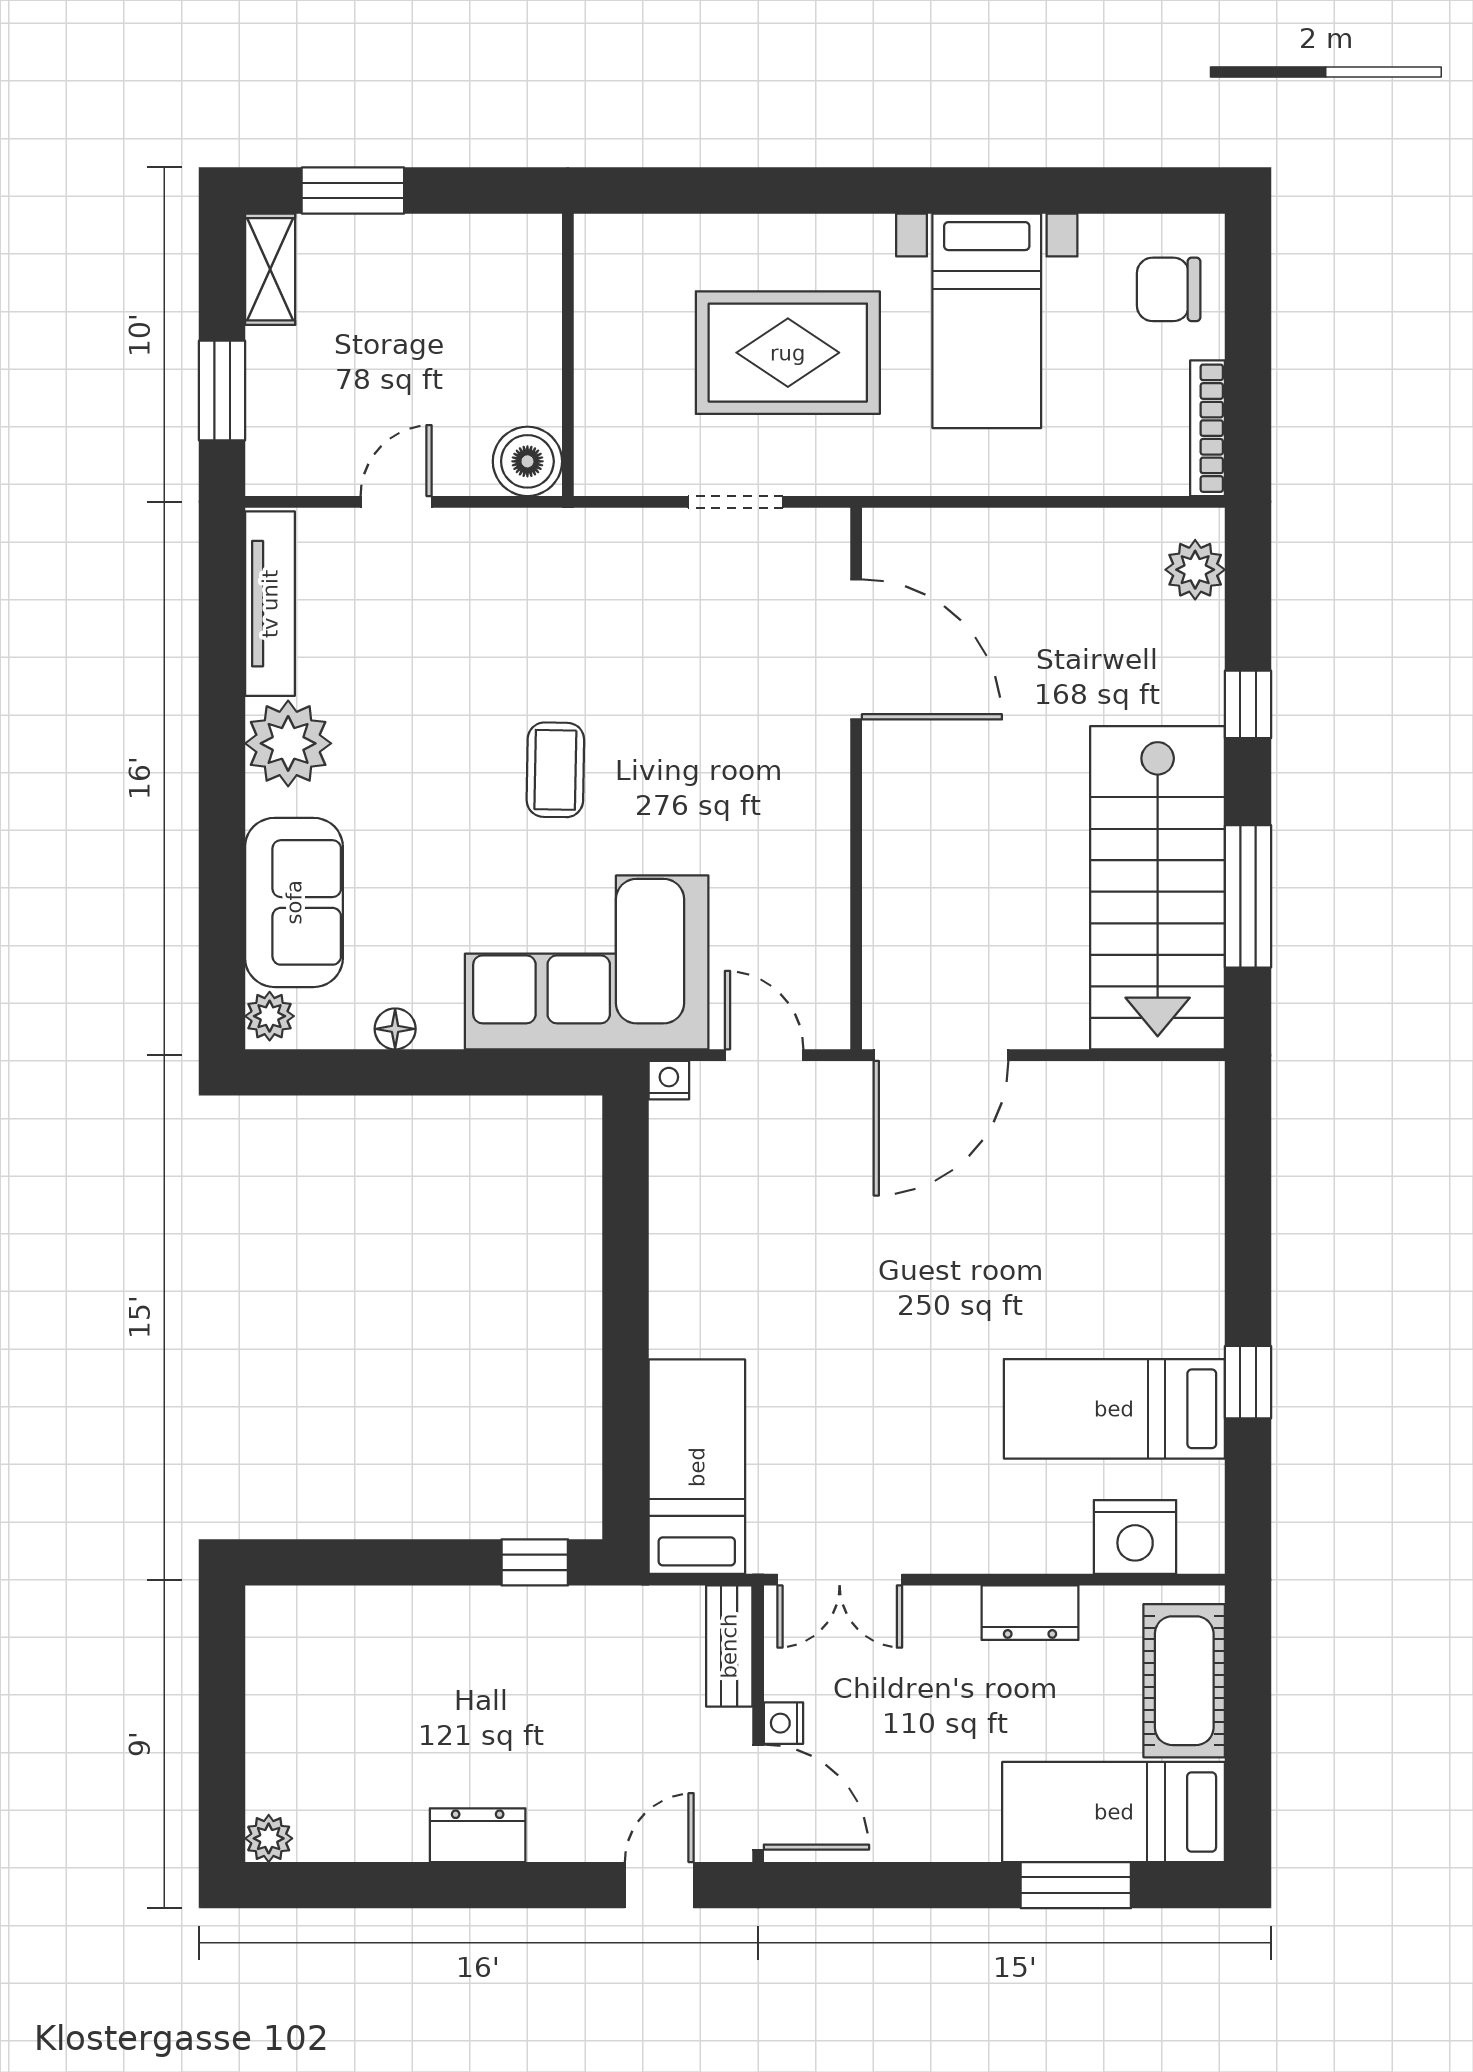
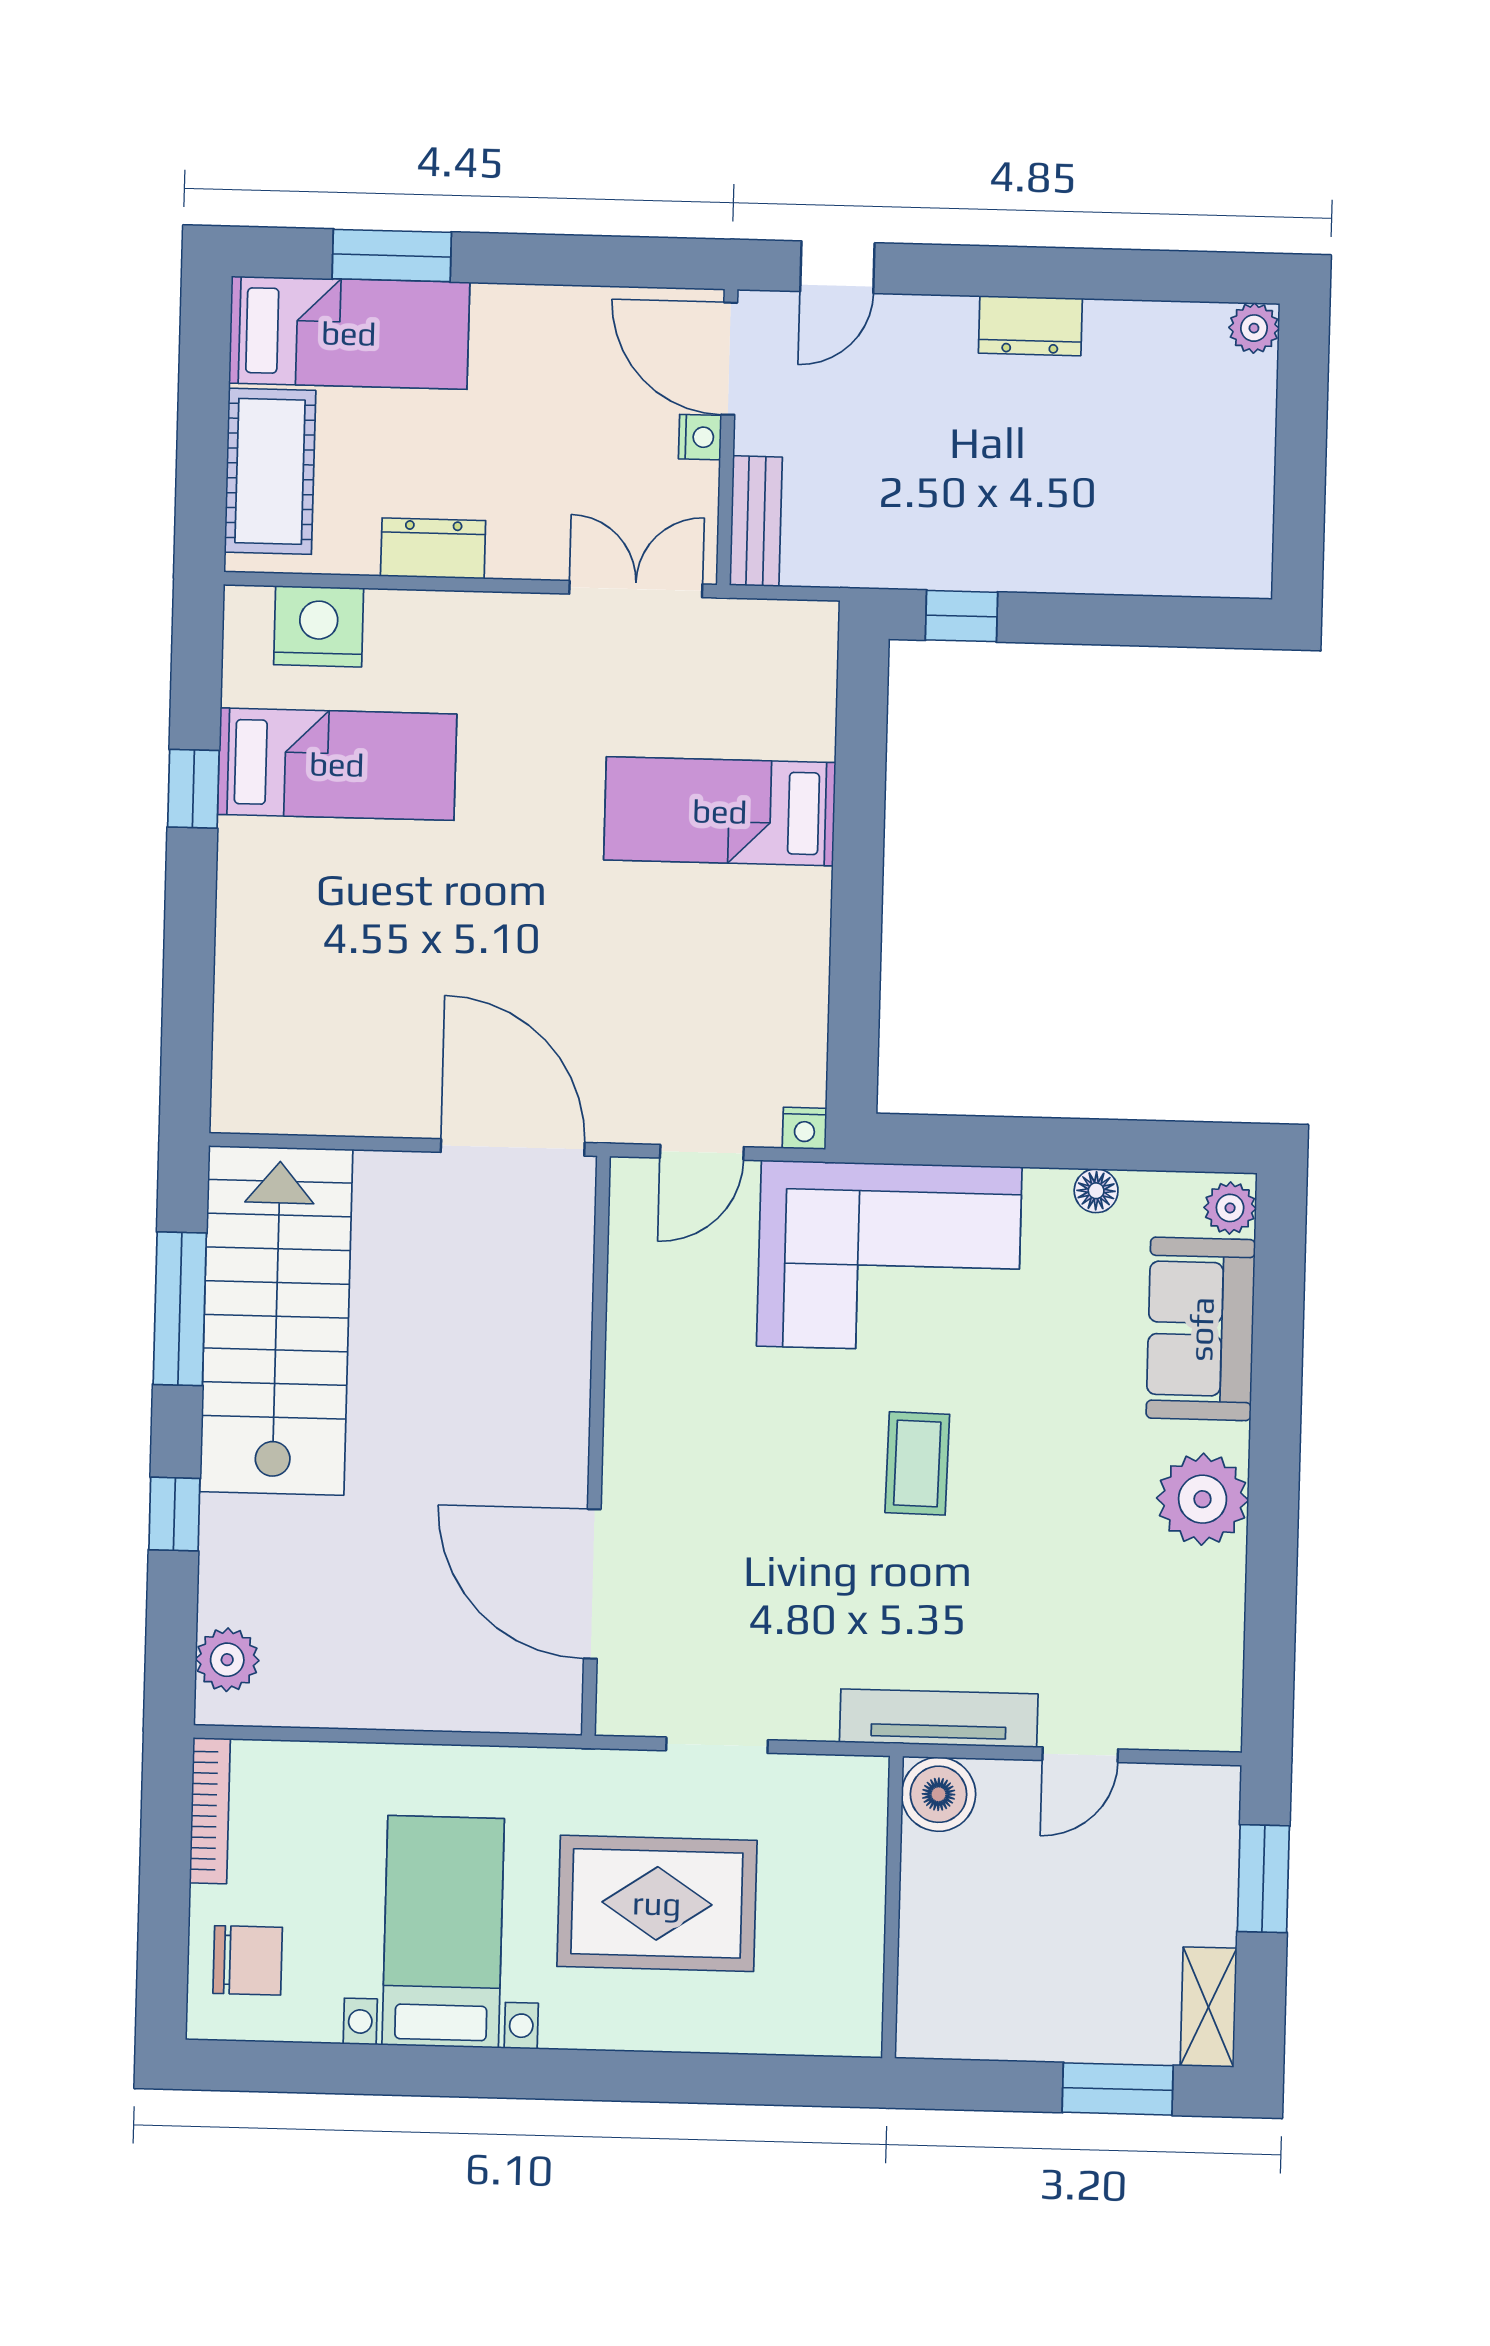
tv unit: (270, 604) -> (939, 1718), moved, turned 90
door: (764, 1055) -> (702, 1152), hinge flipped
door: (941, 1055) -> (513, 1147), hinge flipped
bed: (697, 1467) -> (720, 811), moved, turned 90

